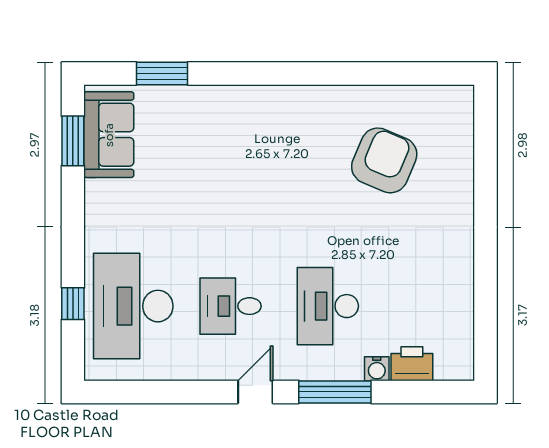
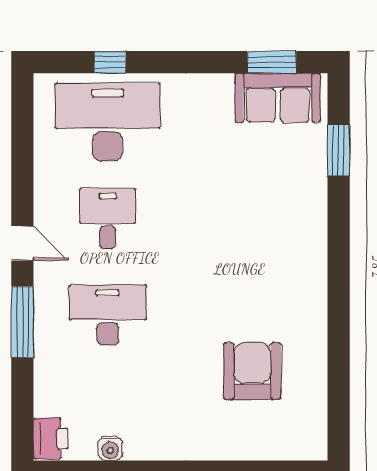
armchair: (384, 160) -> (252, 371), turned -113
printer: (412, 364) -> (50, 439), moved
water cooler: (377, 369) -> (110, 448), moved, turned -90

